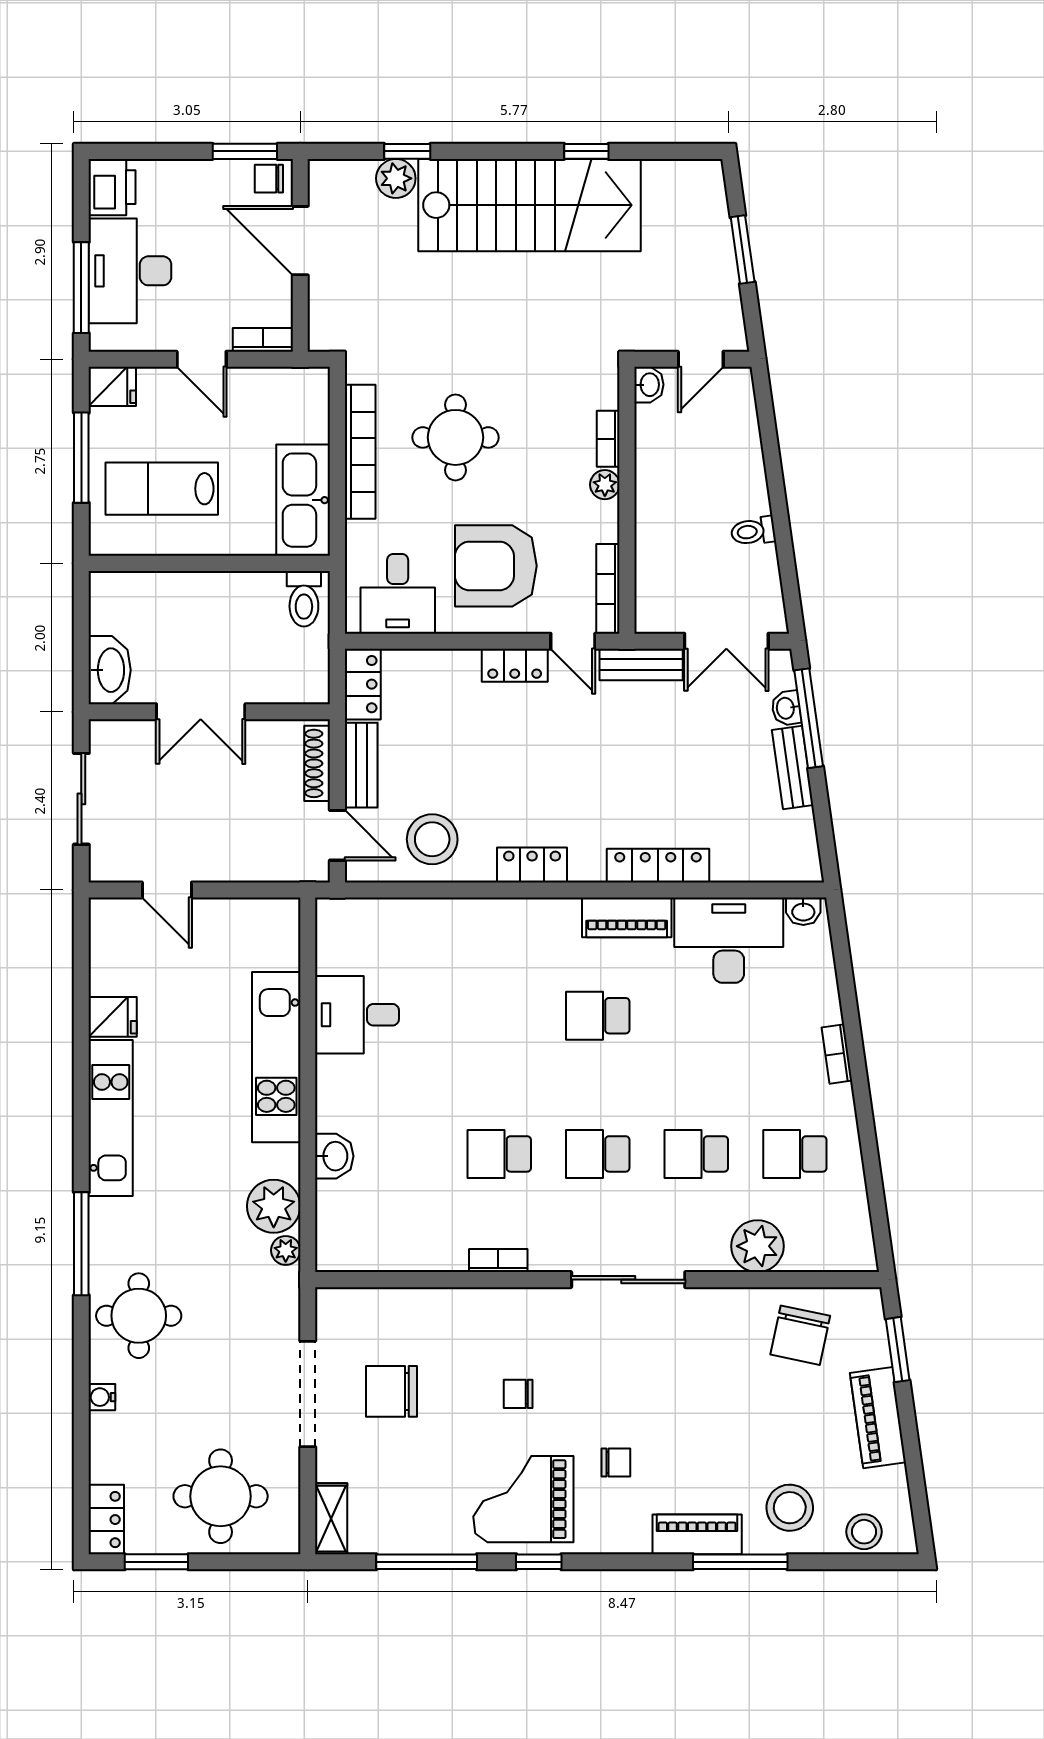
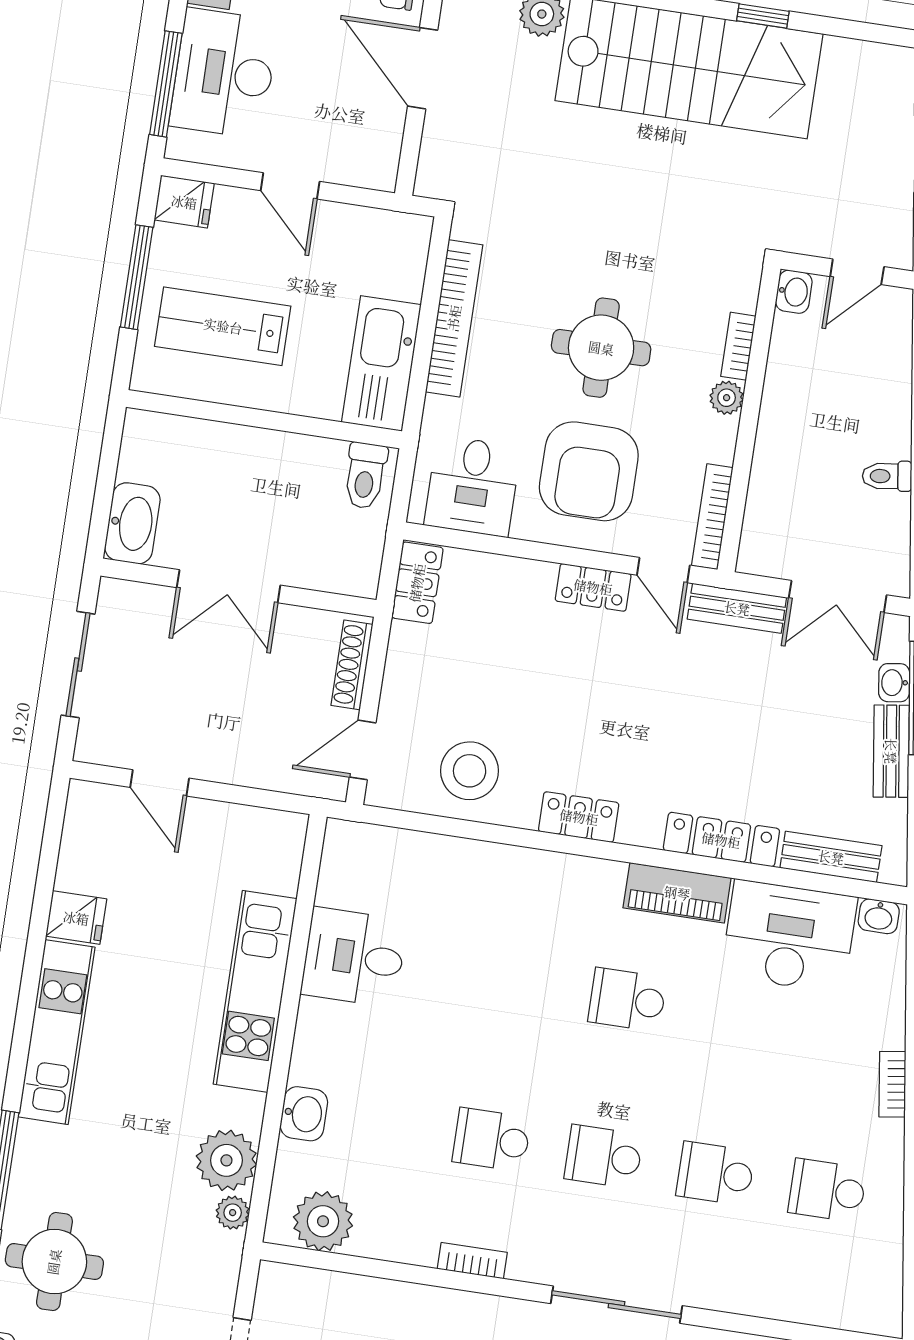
bookcase: (263, 340) -> (363, 174), removed
round table: (455, 437) -> (601, 348), moved
armchair: (496, 566) -> (589, 471), turned -90
bench: (361, 765) -> (831, 857), moved, turned 90
door: (337, 835) -> (363, 750), swing flipped
plant: (757, 1246) -> (323, 1221), moved

